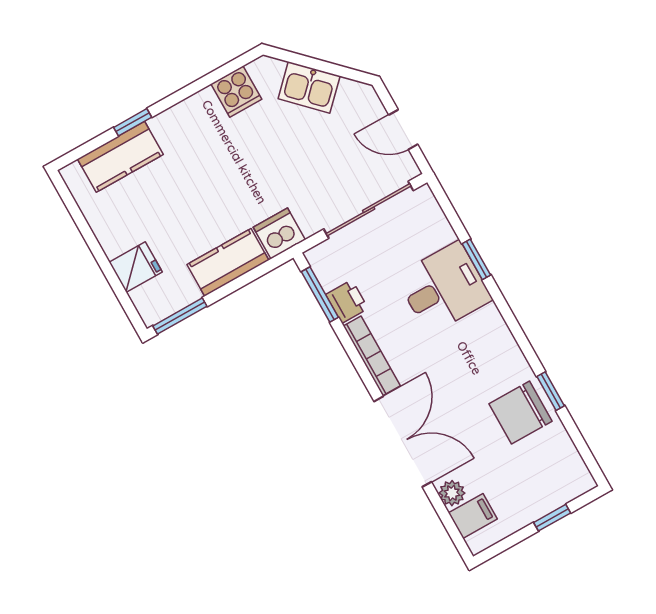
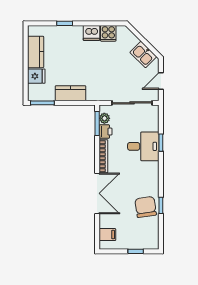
kitchen sink: (309, 87) -> (143, 54), moved
door: (403, 130) -> (161, 81), hinge flipped
kitchen counter: (120, 157) -> (36, 52), moved, turned -90
dishwasher: (279, 233) -> (91, 33), moved, turned 180
chair: (520, 413) -> (146, 207), turned 82
plant: (452, 493) -> (104, 118), moved

